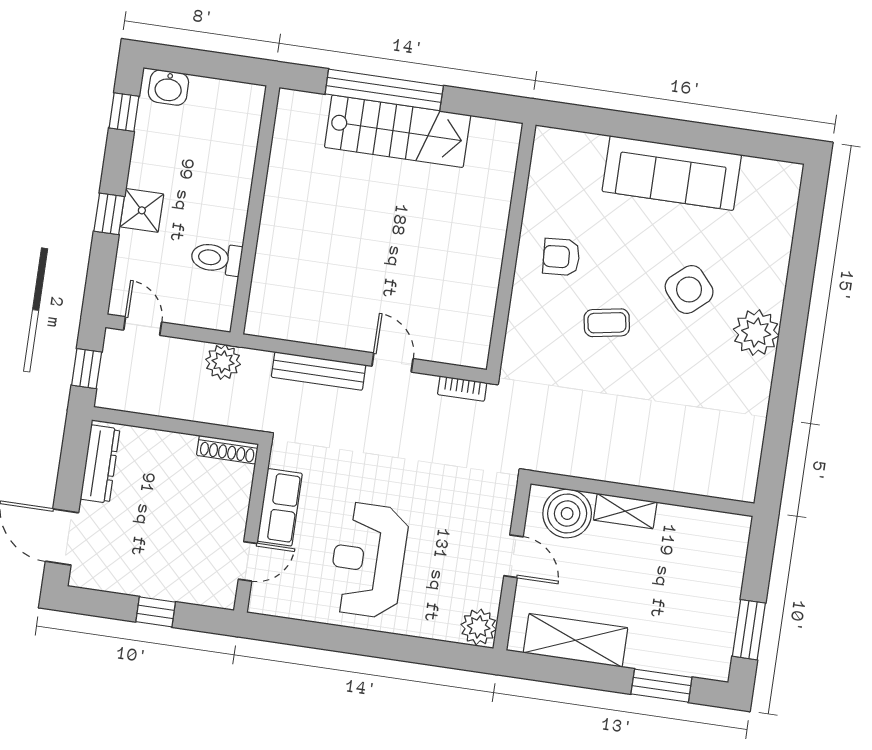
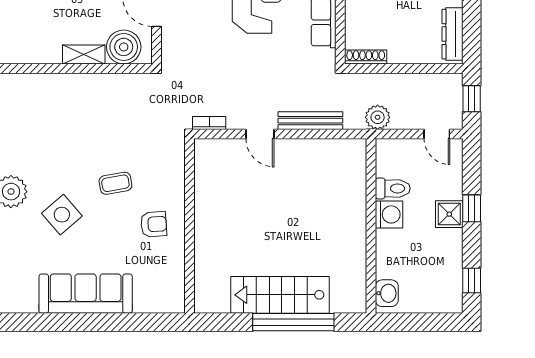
washbasin: (168, 88) -> (387, 293), moved, turned 90
washing machine: (227, 222) -> (389, 214), added

